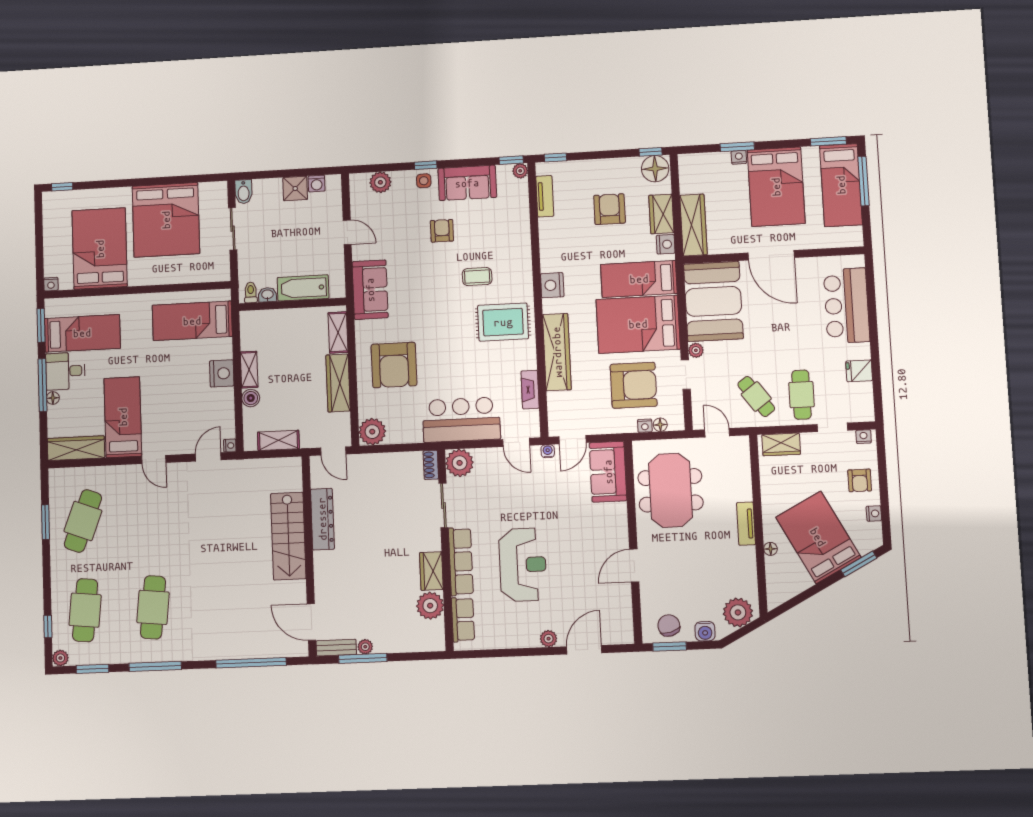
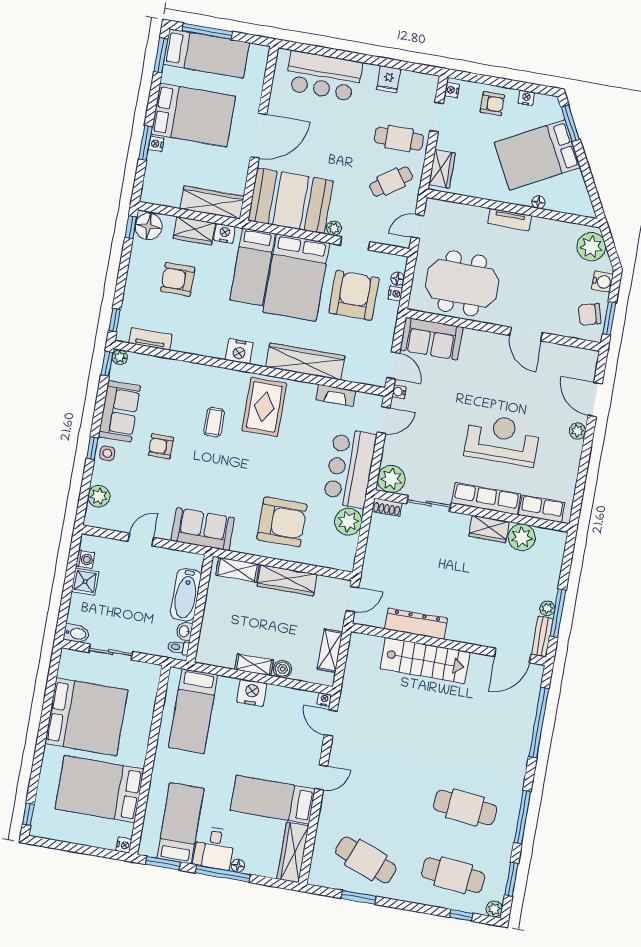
plant: (372, 432) -> (348, 522), moved

